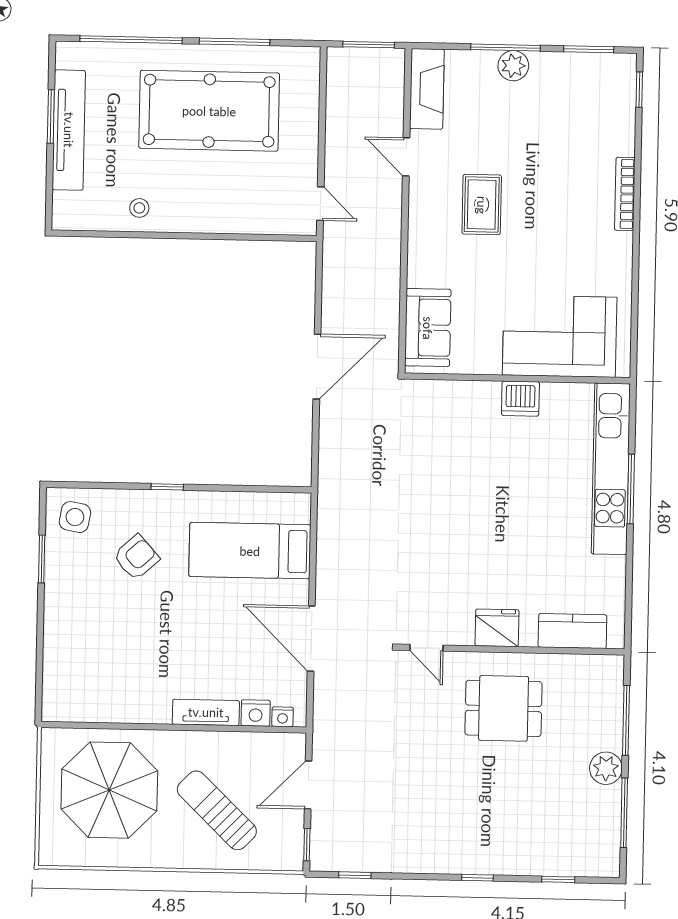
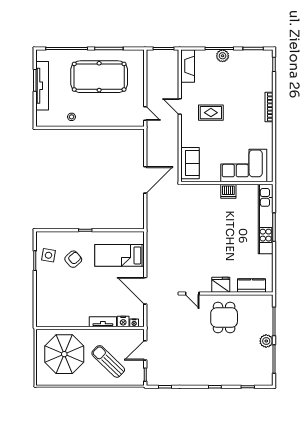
door: (406, 157) -> (180, 106), moved
rug: (482, 205) -> (211, 113), turned 90
side table: (75, 517) -> (48, 255), moved
dining table: (504, 708) -> (224, 318), turned 90

